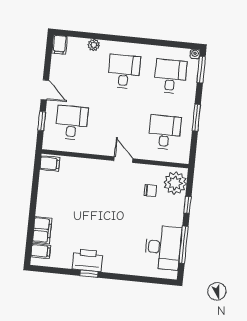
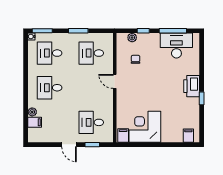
filing cabinet: (60, 45) -> (35, 122), moved
door: (45, 90) -> (69, 145), swing flipped
door: (123, 160) -> (115, 81), hinge flipped
plant: (175, 183) -> (132, 38), width x0.53, depth x0.53
corner desk: (59, 194) -> (145, 127), added
filing cabinet: (42, 230) -> (173, 136), removed
printer: (88, 260) -> (192, 86), moved

